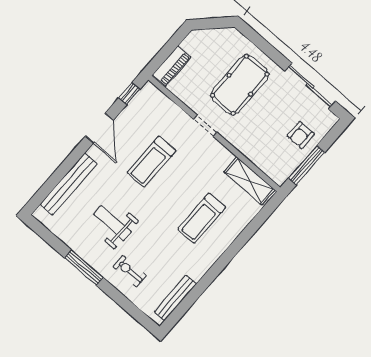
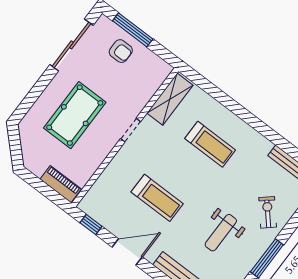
pool table: (240, 85) -> (75, 115), turned 90
doorway: (205, 126) -> (130, 130), moved
window: (307, 165) -> (133, 30), moved
exercise bike: (130, 271) -> (268, 212), turned 139

